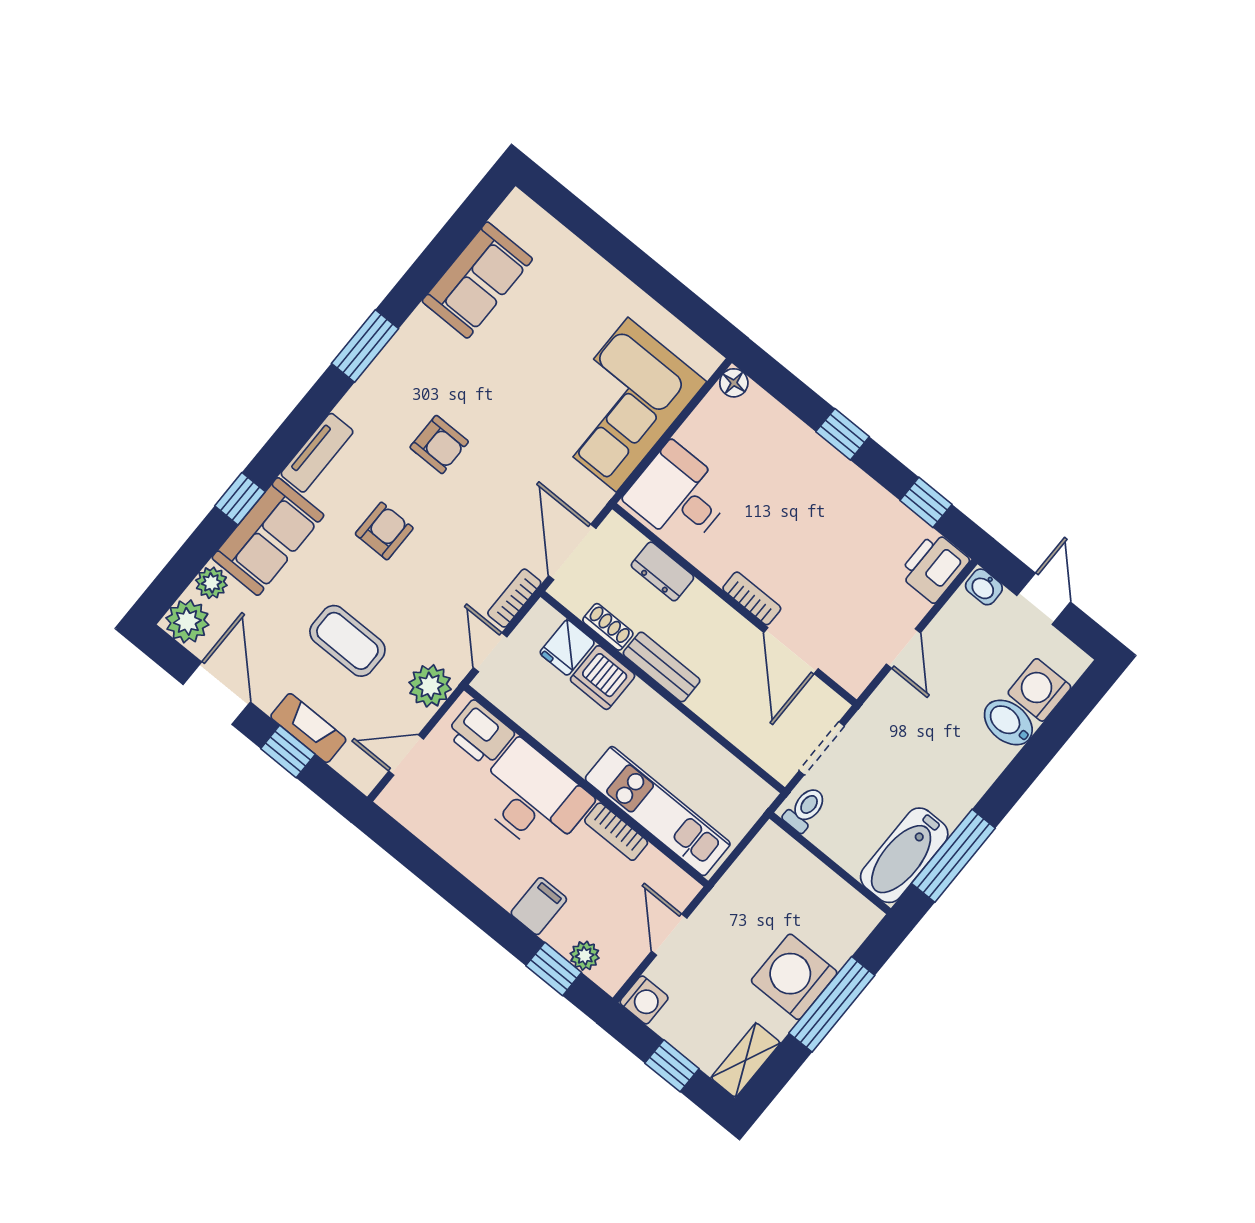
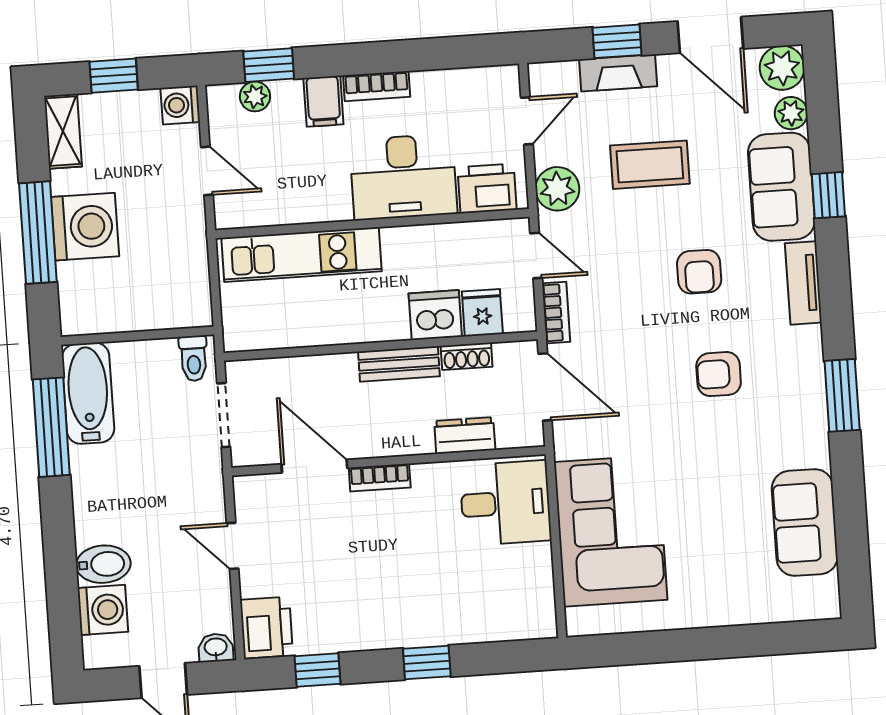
floor lamp: (734, 383) -> (543, 625), removed
bookcase: (616, 832) -> (377, 86), moved, turned 180

